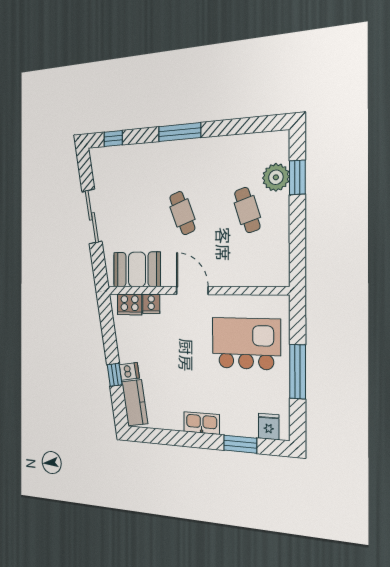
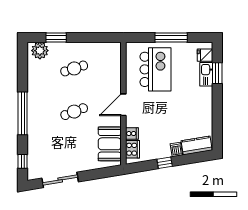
window: (180, 132) -> (23, 113), width x1.46
plant: (276, 177) -> (40, 51), moved
sliding door: (92, 216) -> (60, 180), moved
kitchen island: (246, 343) -> (156, 69), turned 180
window: (115, 375) -> (165, 163), moved
kitchen sink: (202, 423) -> (206, 74), moved

